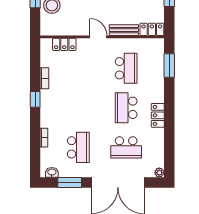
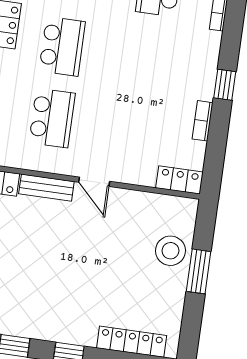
locker: (64, 44) -> (179, 180), moved
school desk: (126, 68) -> (52, 118), turned 180

